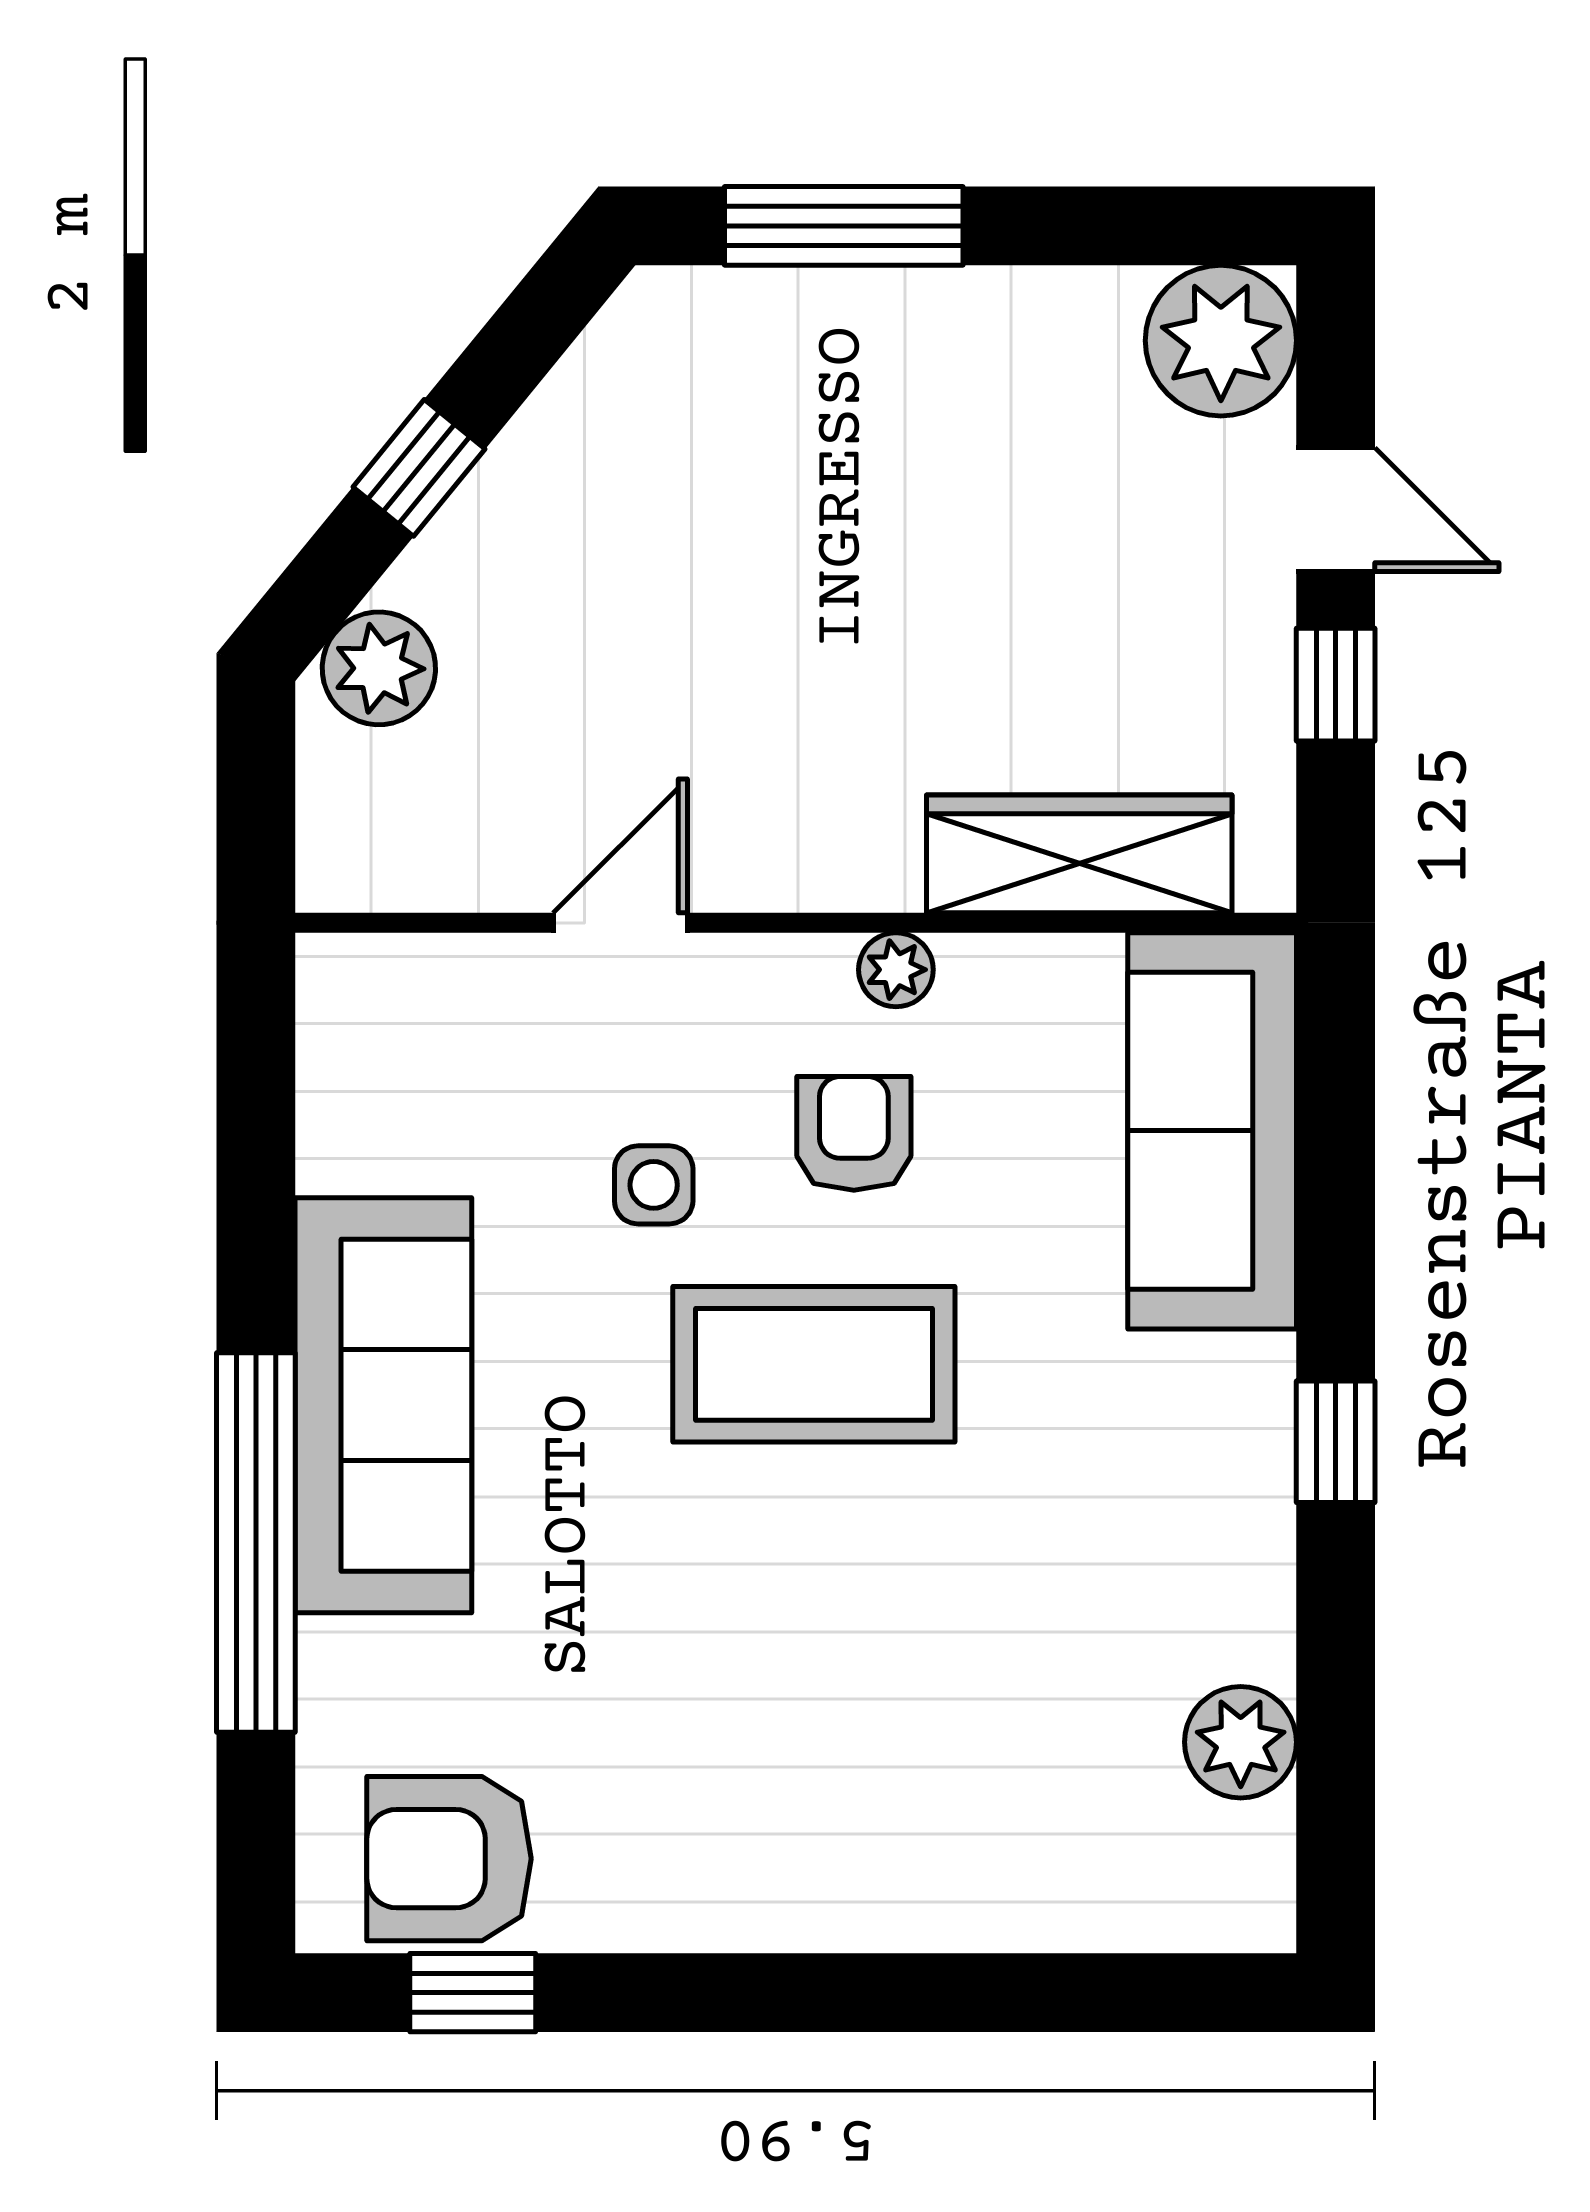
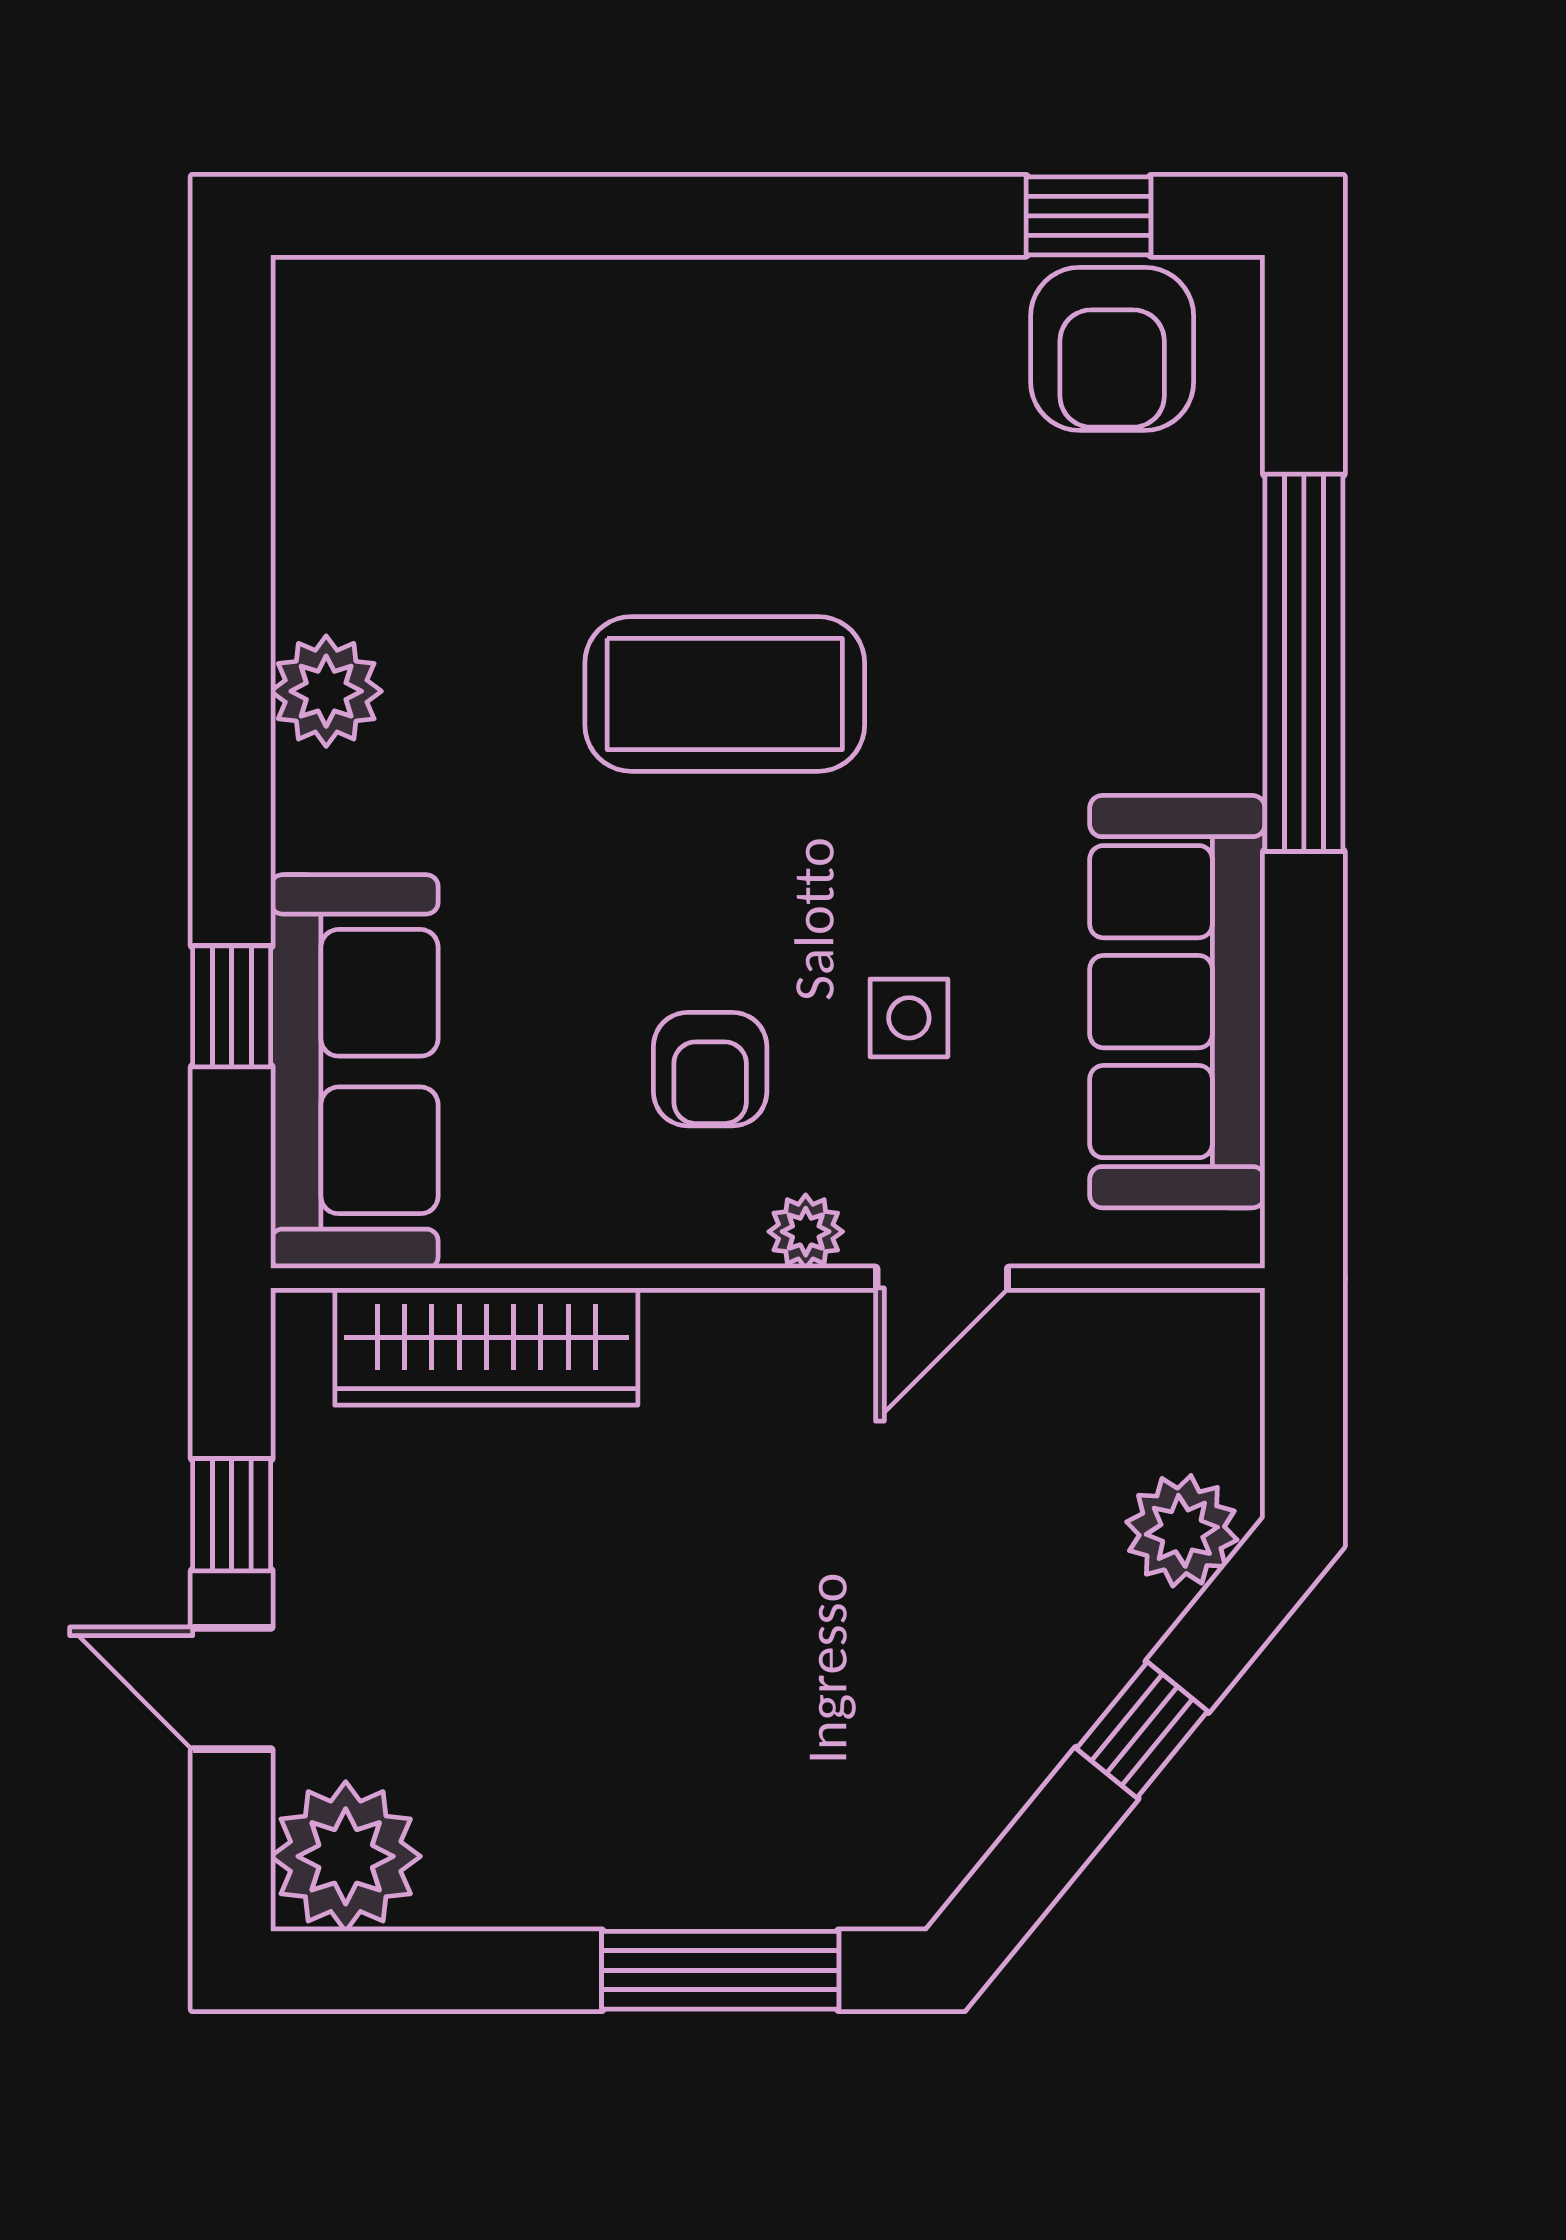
plant: (896, 970) -> (806, 1232), moved
coffee table: (814, 1364) -> (725, 694), moved
sofa: (383, 1405) -> (1177, 1002), moved
window: (1336, 1442) -> (232, 1006), moved
plant: (1241, 1742) -> (326, 691), moved
armchair: (449, 1859) -> (1112, 349), turned 90

